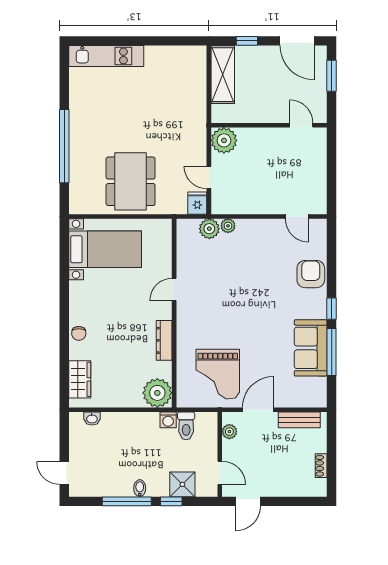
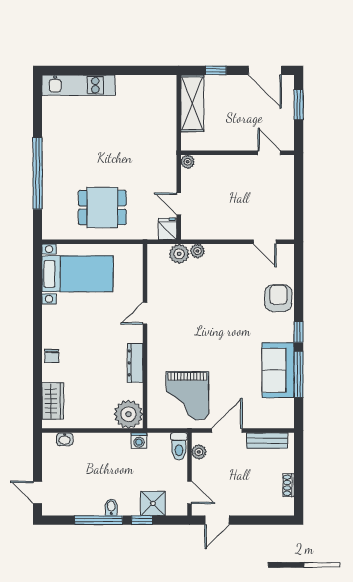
plant: (224, 140) -> (188, 162), width x0.53, depth x0.53
dining table: (131, 181) -> (102, 208), width x0.73
toilet: (186, 426) -> (179, 446), moved

